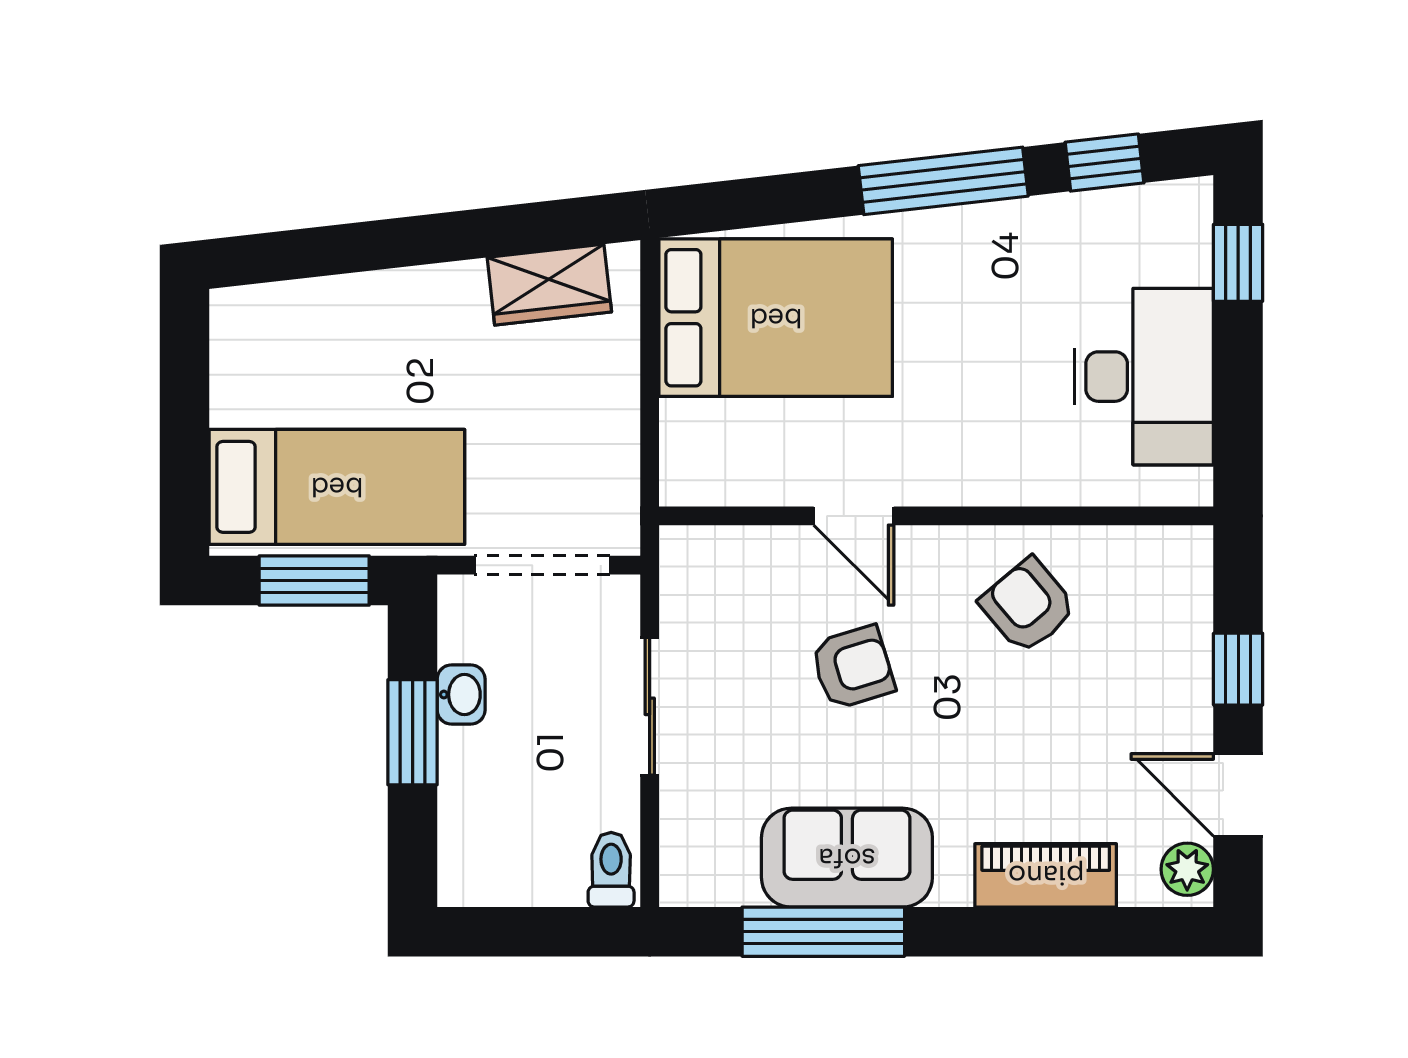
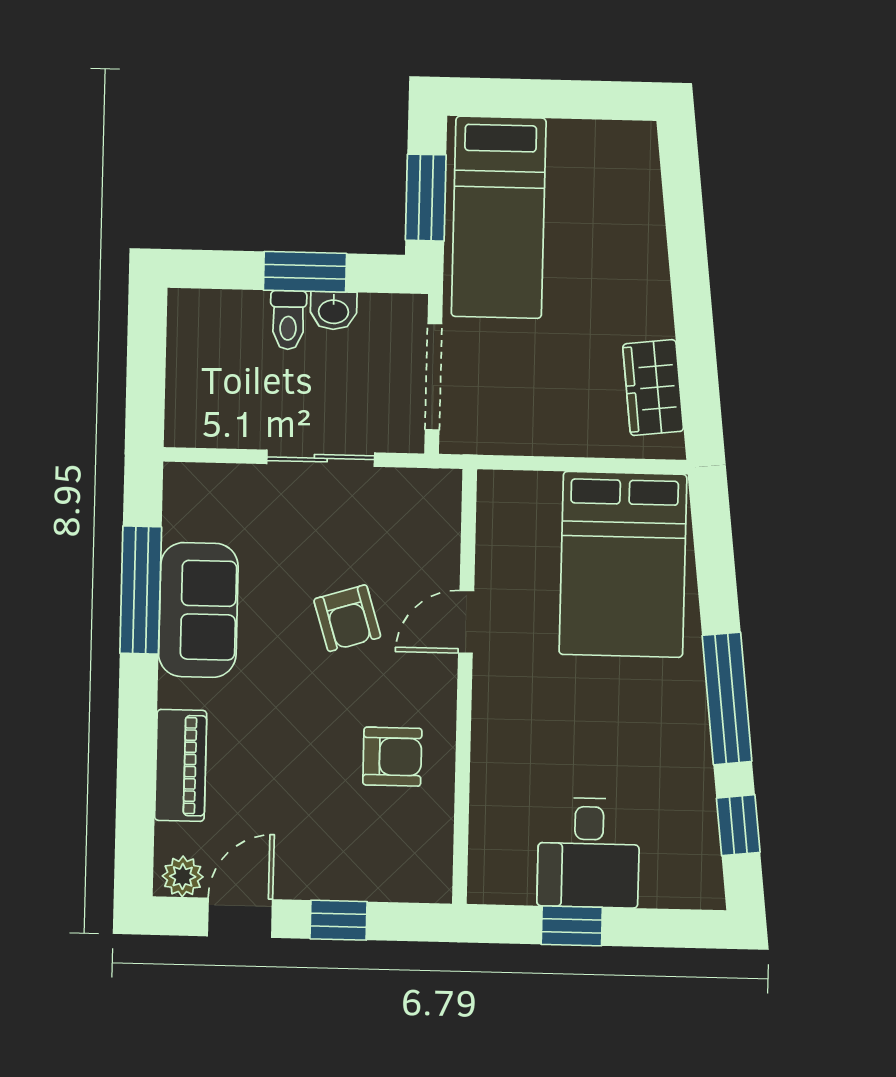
window: (1238, 263) -> (572, 926), moved
desk: (1144, 377) -> (589, 853), width x0.73
armchair: (1028, 606) -> (392, 757), turned 40
toilet: (611, 870) -> (288, 320), moved, turned 90

